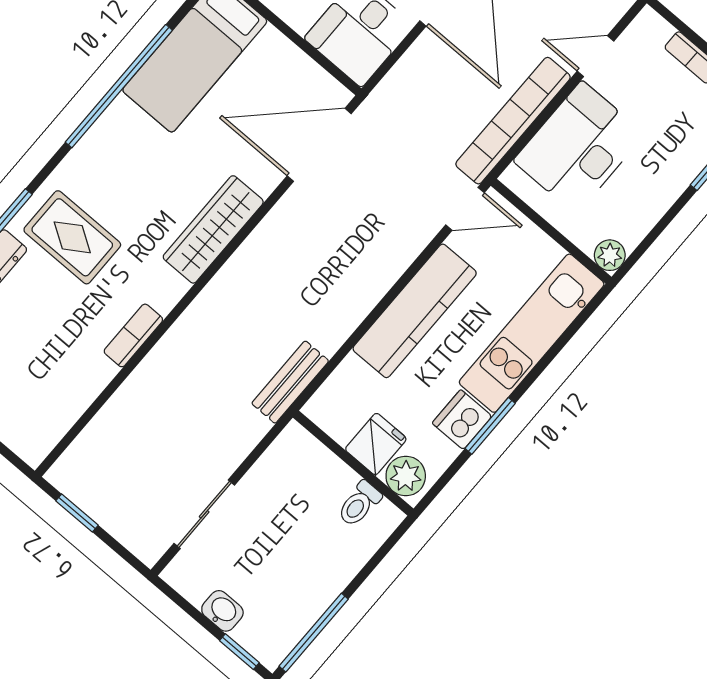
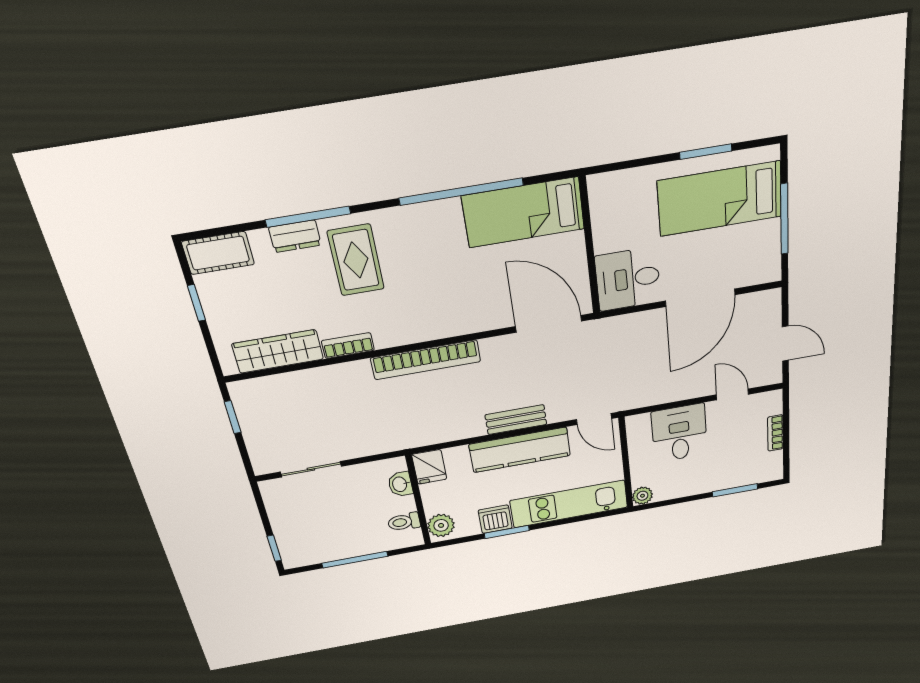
bookcase: (513, 121) -> (426, 360), moved, turned 180
desk: (579, 147) -> (679, 433), width x0.73
wardrobe: (213, 229) -> (278, 351), moved
bench: (290, 382) -> (516, 420), moved
fridge: (376, 444) -> (429, 467), moved, turned 90
washbasin: (222, 611) -> (400, 484), moved, turned 180
window: (314, 633) -> (355, 560), moved

